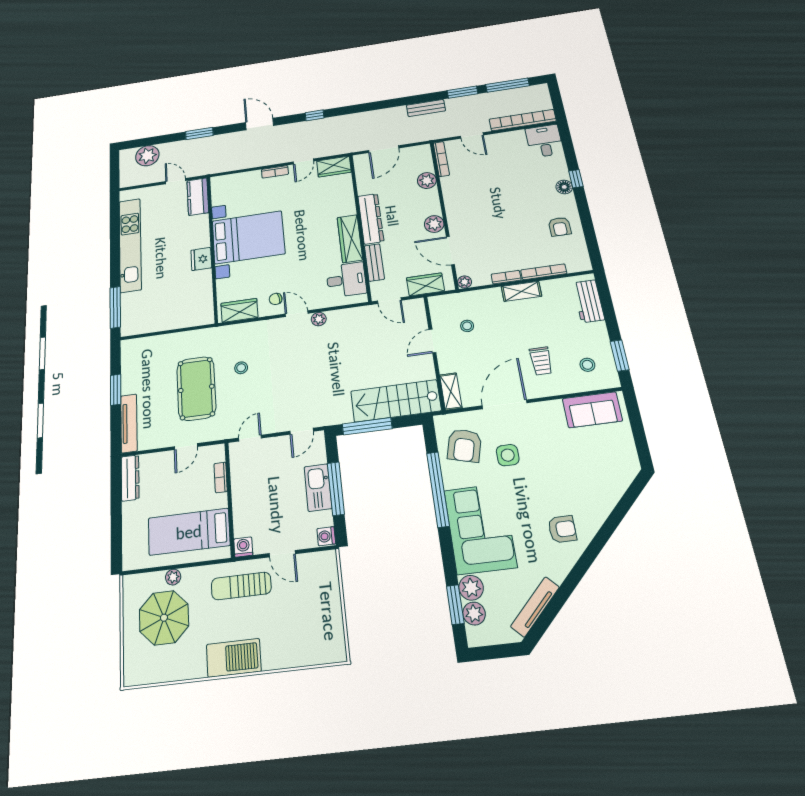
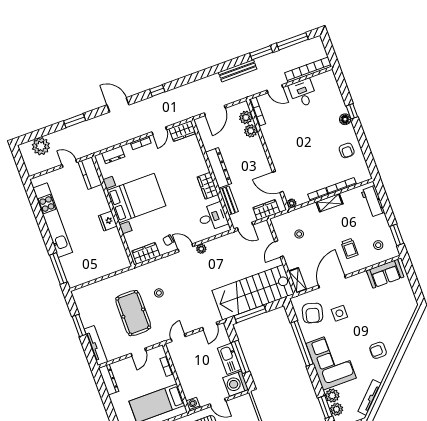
bench: (426, 108) -> (238, 71), width x1.36
desk: (544, 141) -> (303, 93), moved
dresser: (235, 180) -> (113, 155), added
plant: (434, 224) -> (246, 117), moved
wardrobe: (350, 239) -> (208, 186), width x0.67
stairs: (396, 401) -> (253, 292), width x1.36, depth x1.51
armchair: (562, 529) -> (378, 350), turned 180
washing machine: (326, 536) -> (236, 384), width x1.89, depth x1.89

